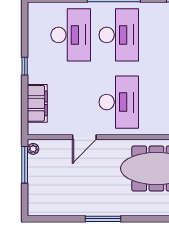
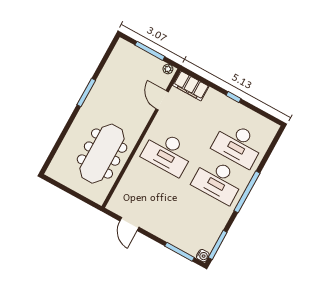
filing cabinet: (37, 103) -> (191, 86), moved
door: (84, 137) -> (162, 100), moved
window: (25, 165) -> (150, 51), moved

